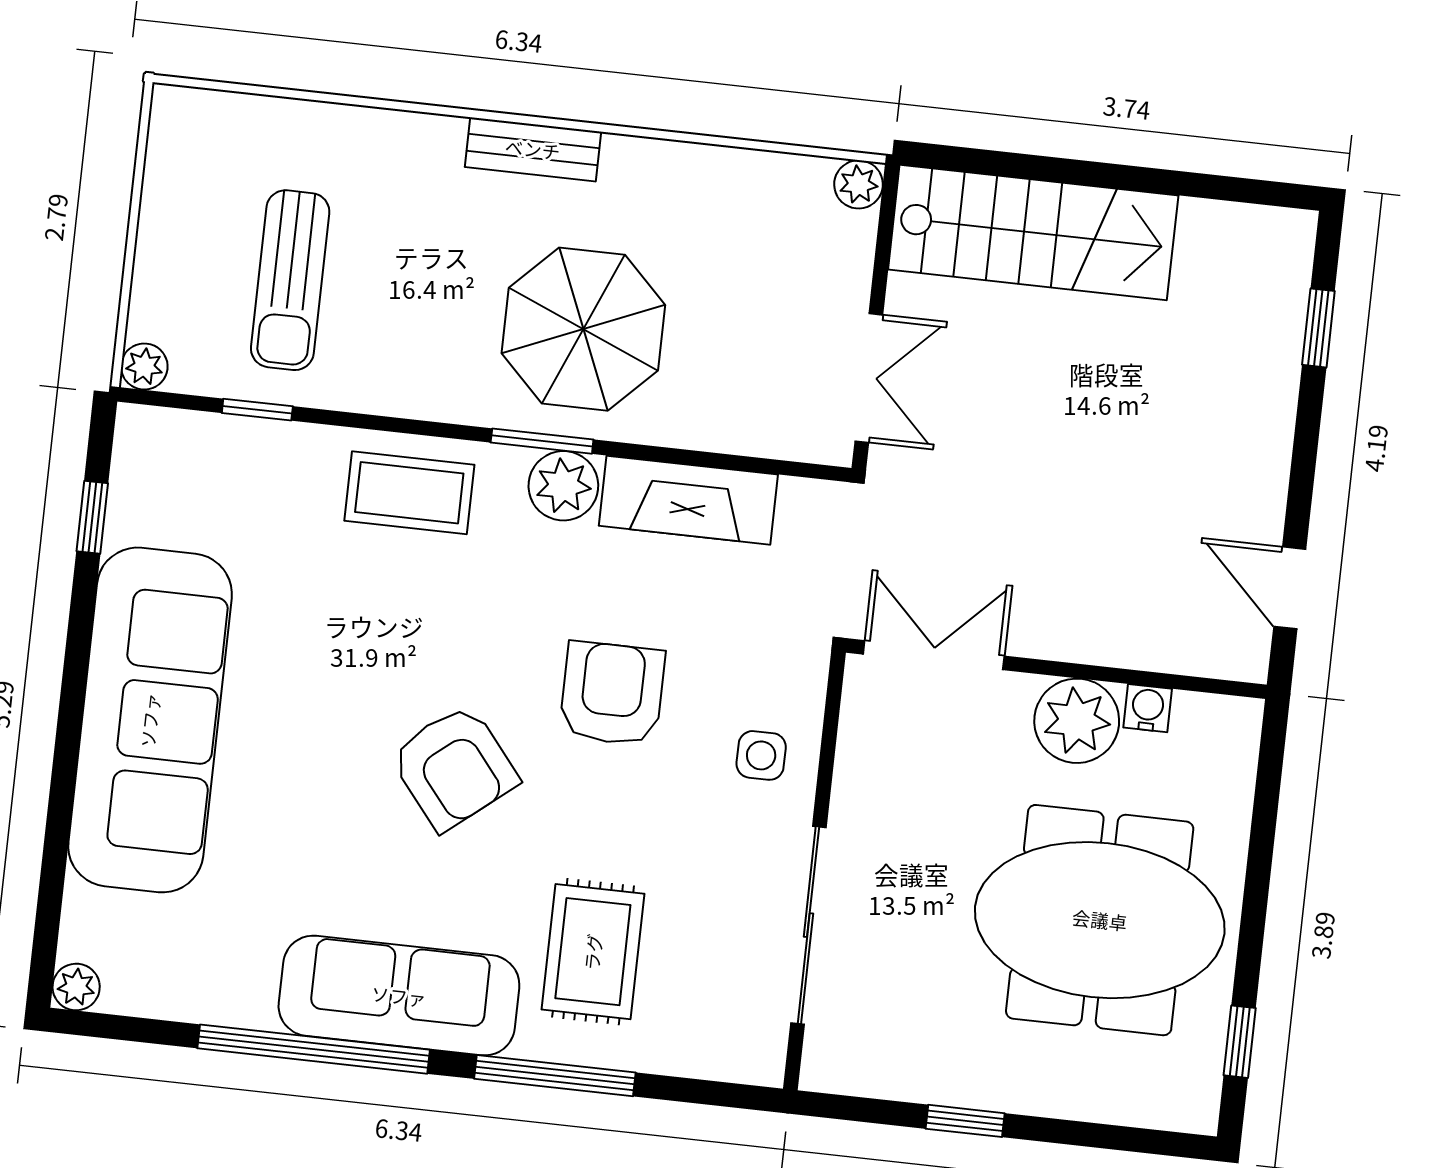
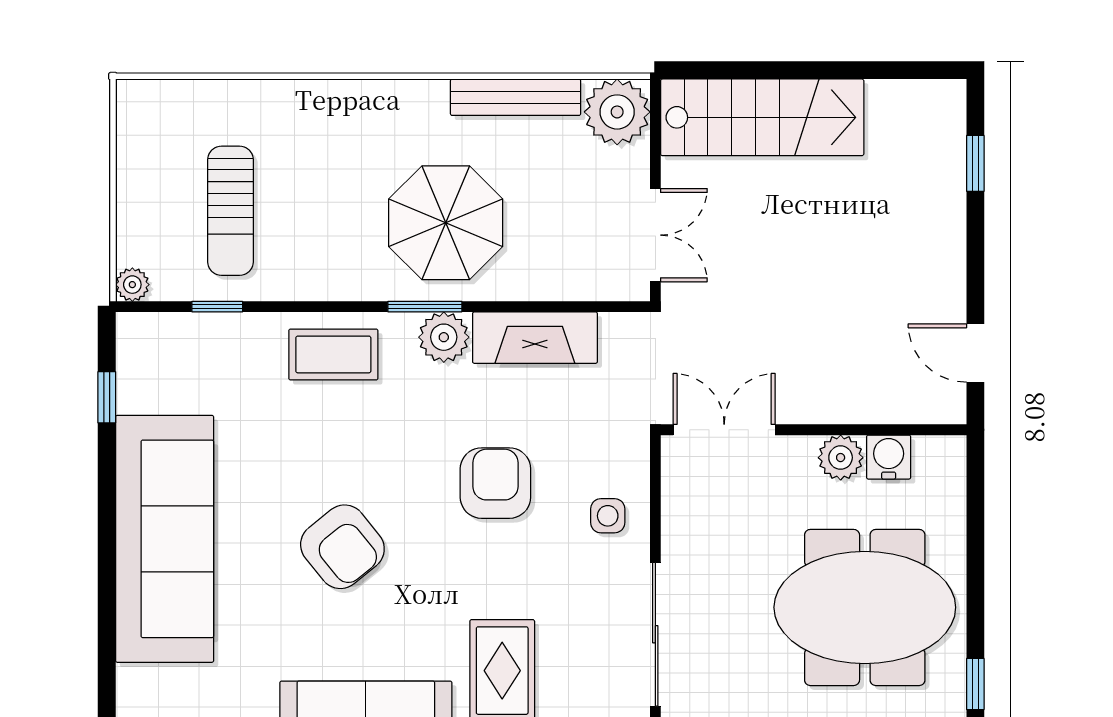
bench: (533, 149) -> (516, 97), moved, width x1.36
plant: (859, 184) -> (617, 112), width x1.87, depth x1.87
water cooler: (1148, 708) -> (889, 457), width x1.38, depth x1.38
plant: (1077, 721) -> (841, 458), width x0.73, depth x0.73
armchair: (454, 767) -> (342, 547), moved

